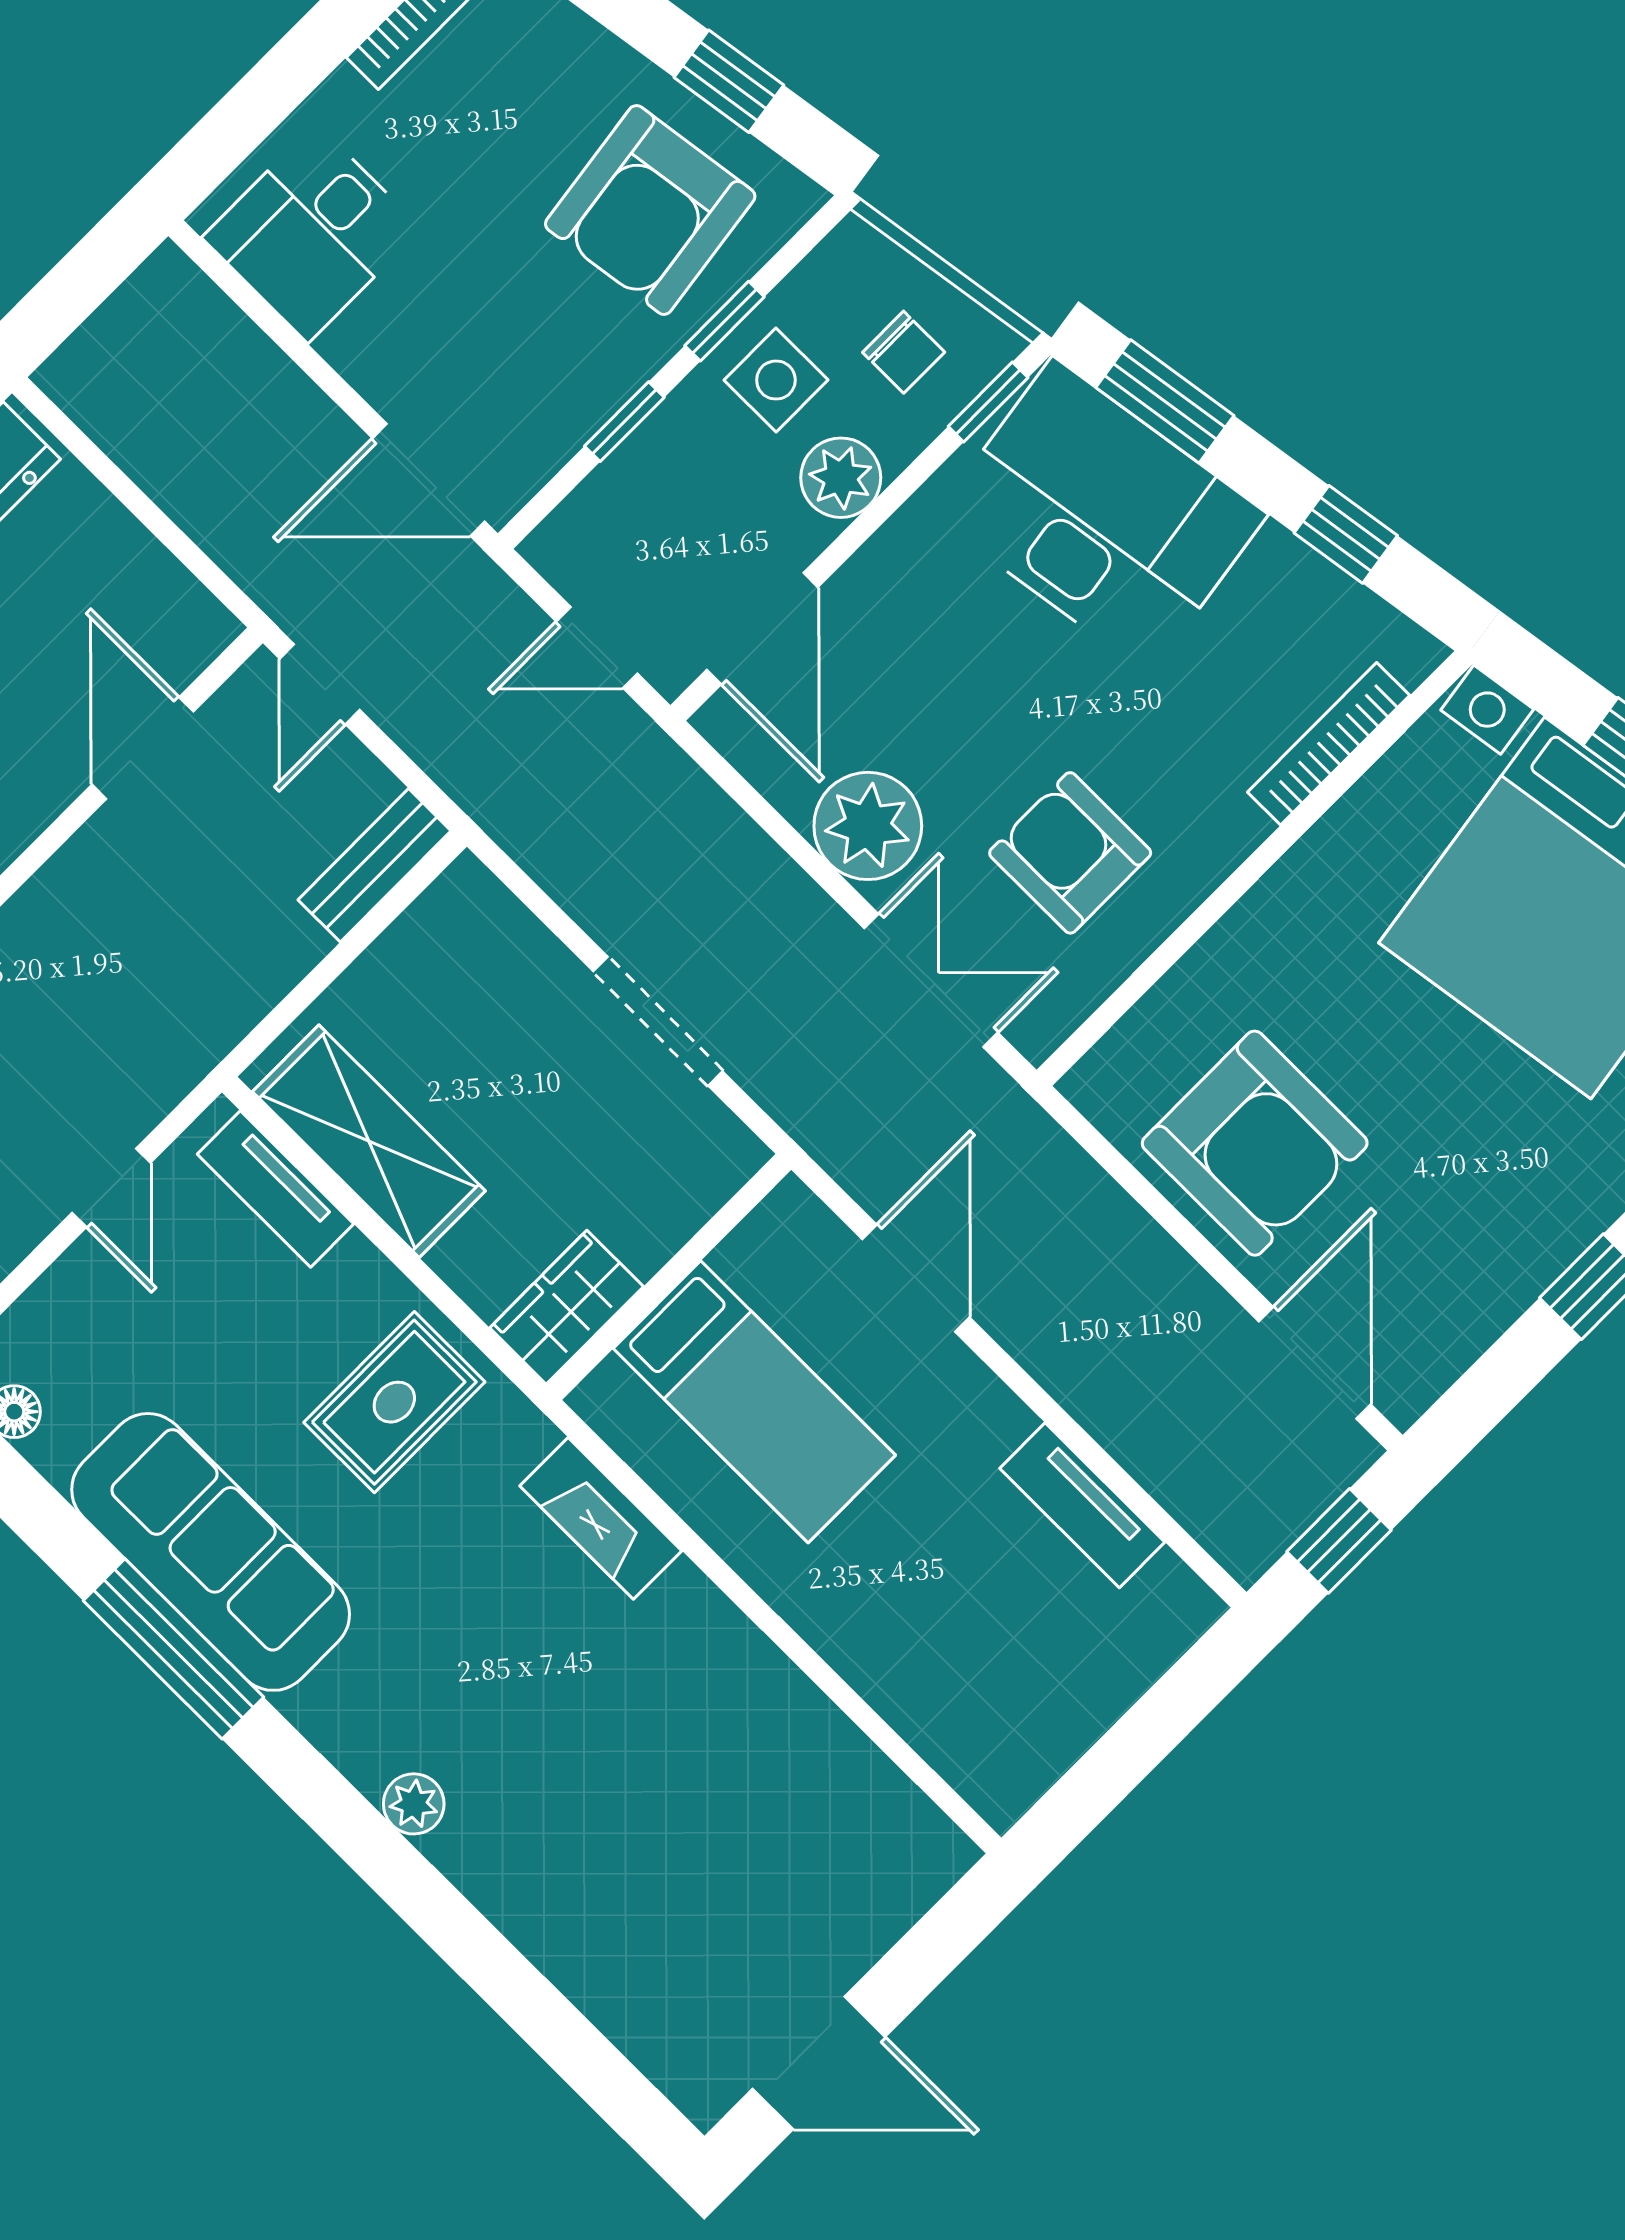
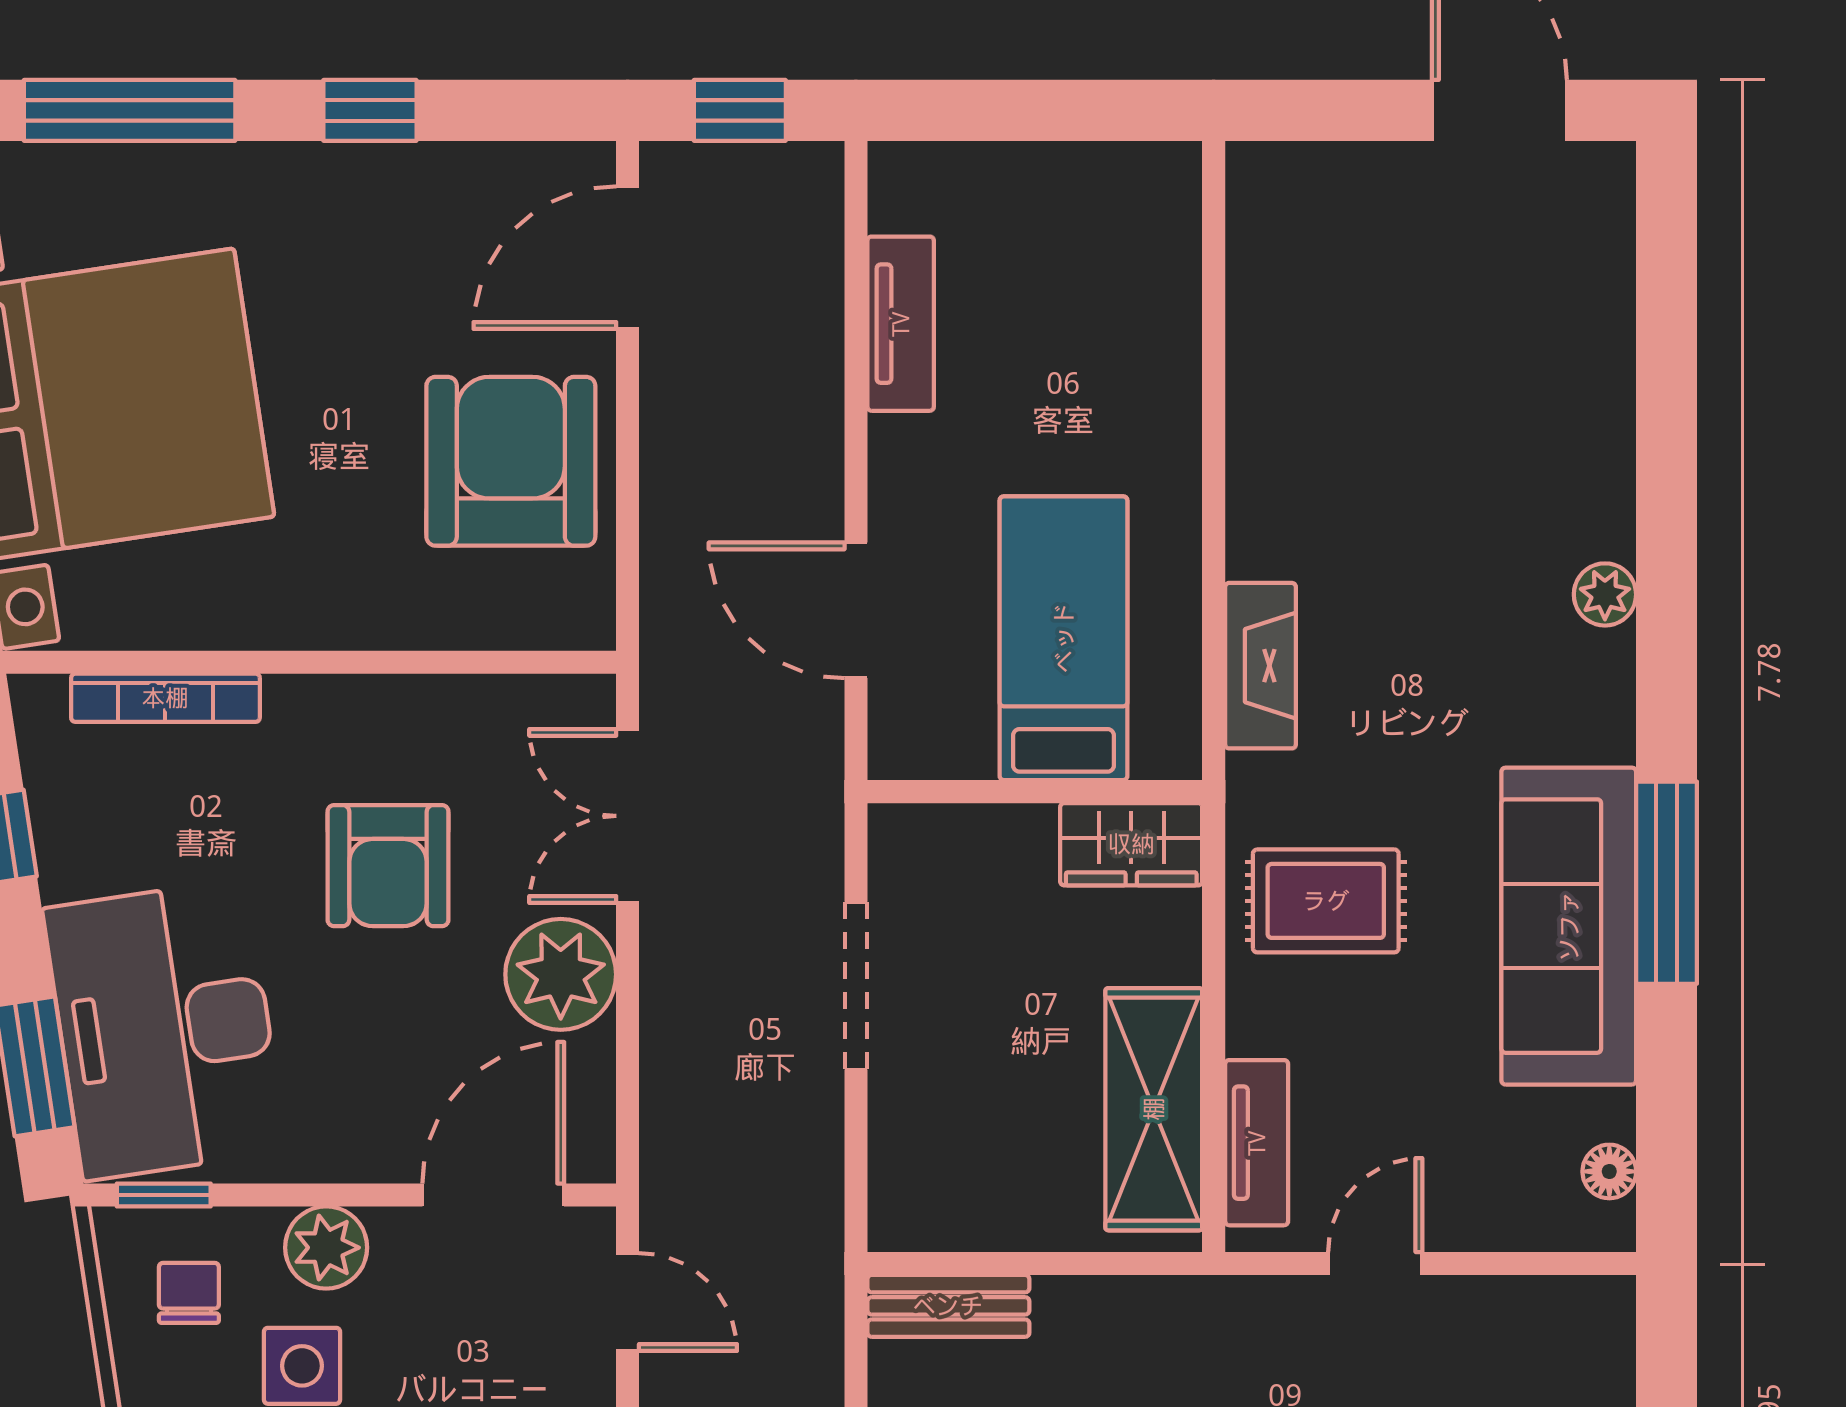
armchair: (1070, 853) -> (388, 866), moved
door: (916, 1278) -> (856, 610), hinge flipped

